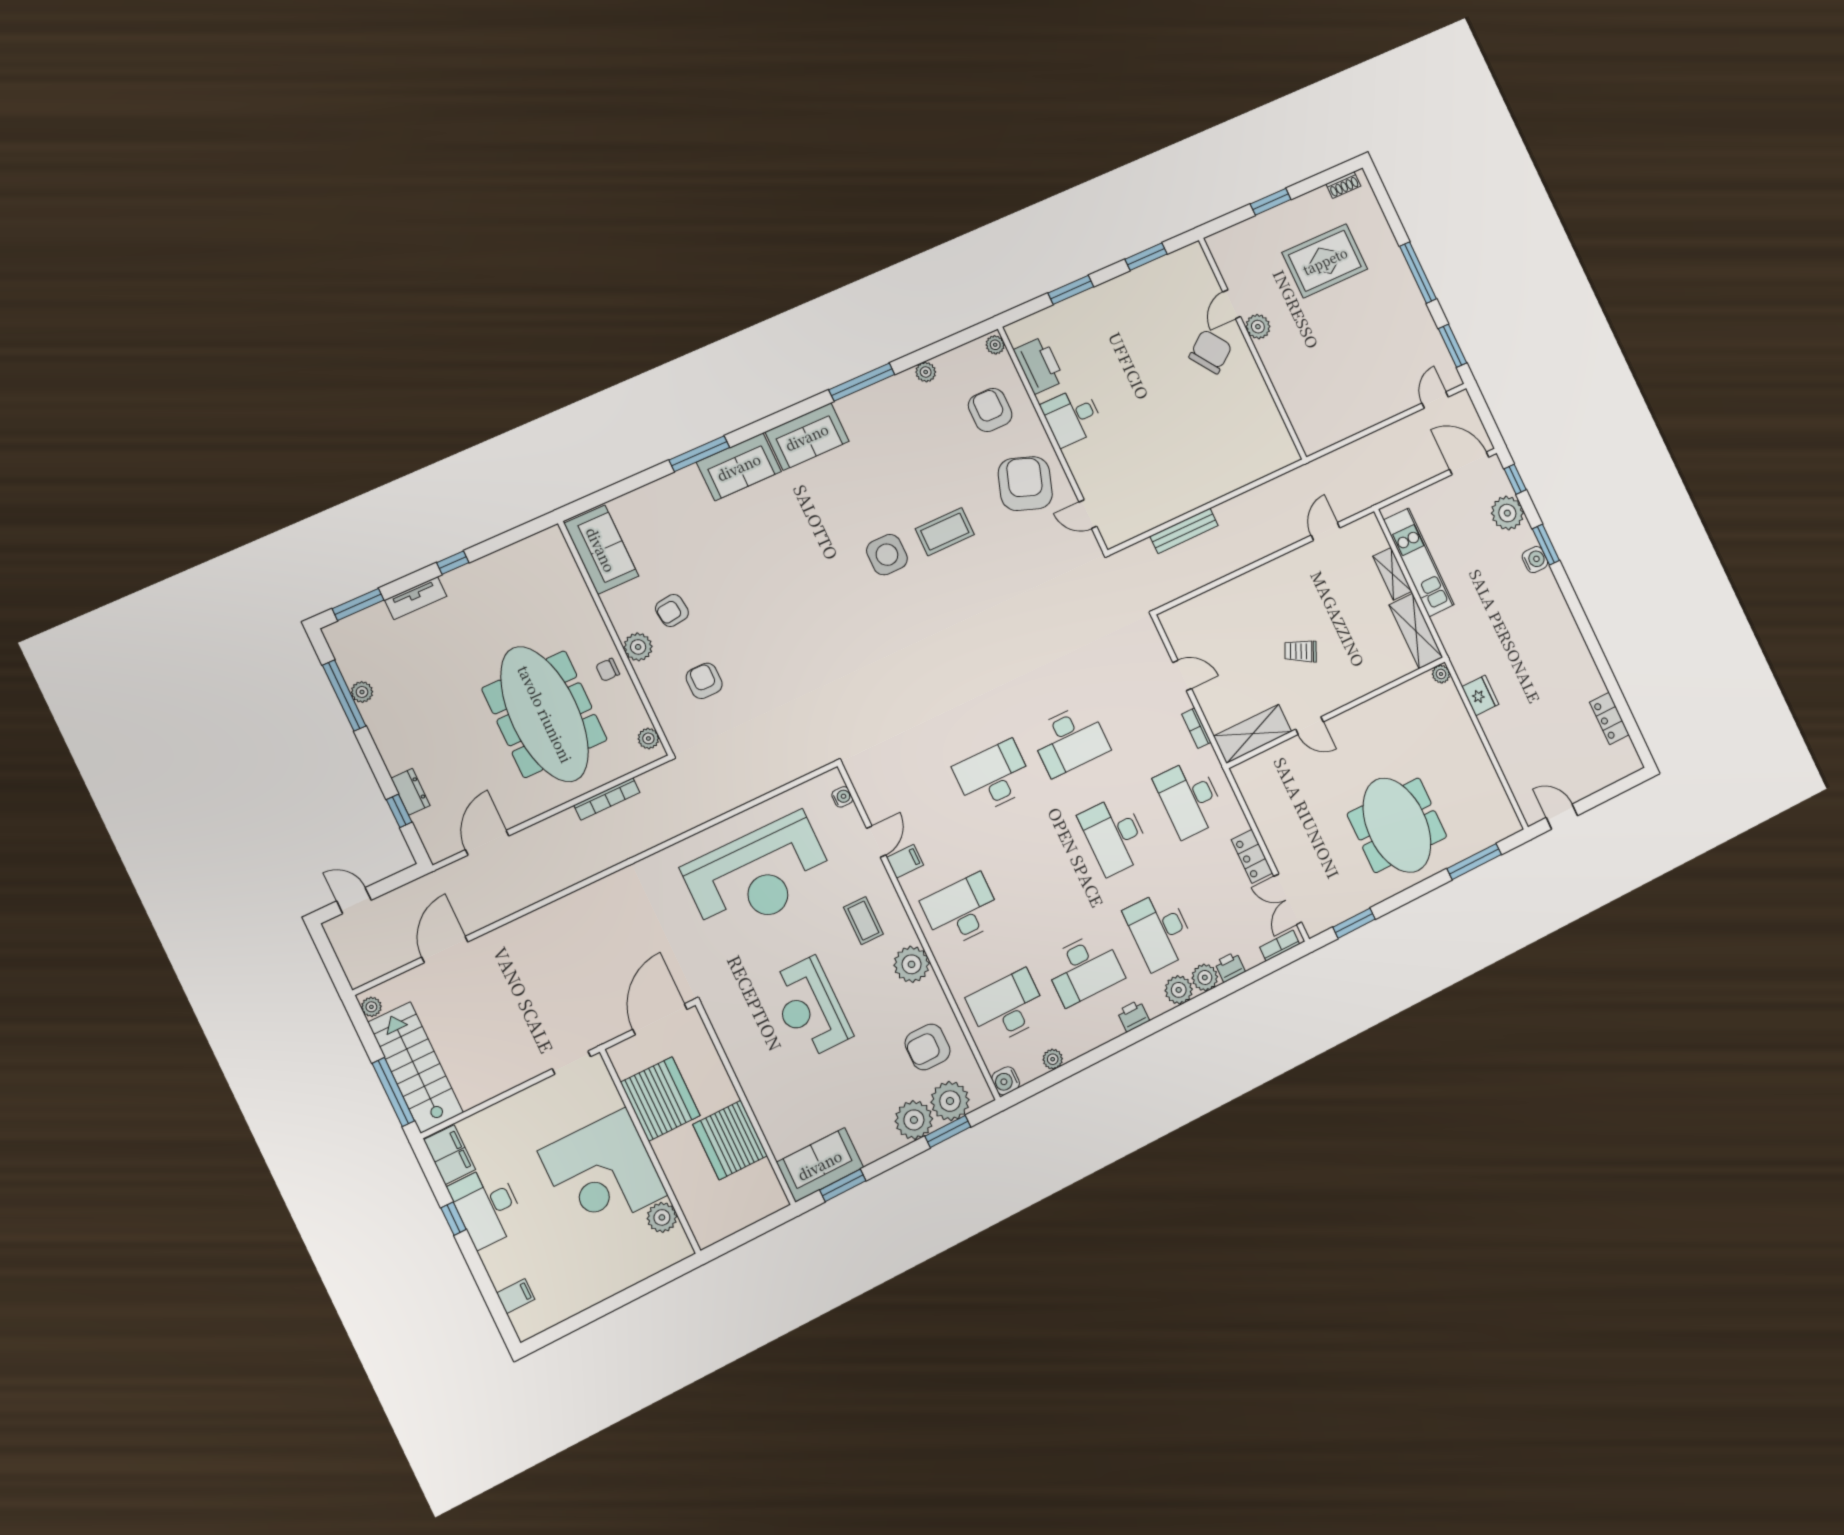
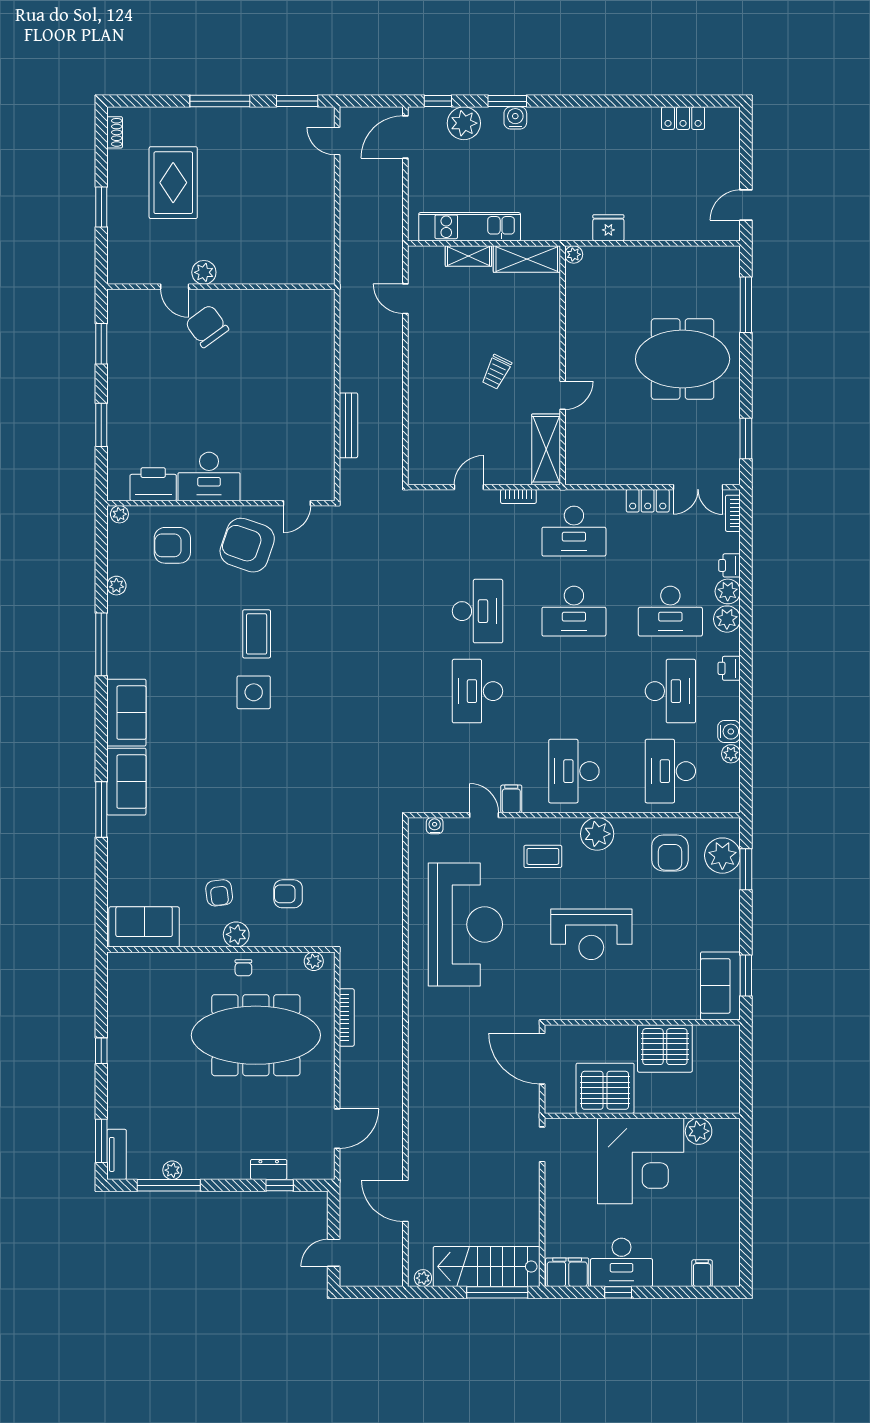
desk: (1072, 417) -> (209, 476), width x1.37
tv unit: (416, 598) -> (117, 1154), moved
door: (487, 843) -> (337, 1129), swing flipped
water cooler: (1006, 1081) -> (729, 732), moved, turned -90
plant: (914, 1120) -> (723, 893), removed

